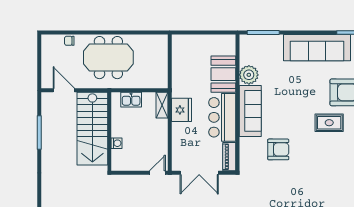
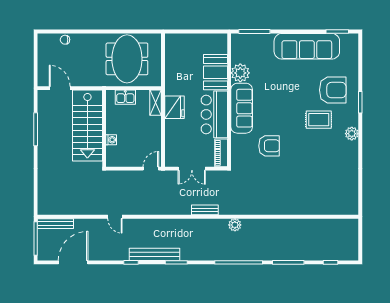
meeting table: (108, 58) -> (127, 59), moved, turned 90
double door: (199, 173) -> (192, 169), width x0.73

